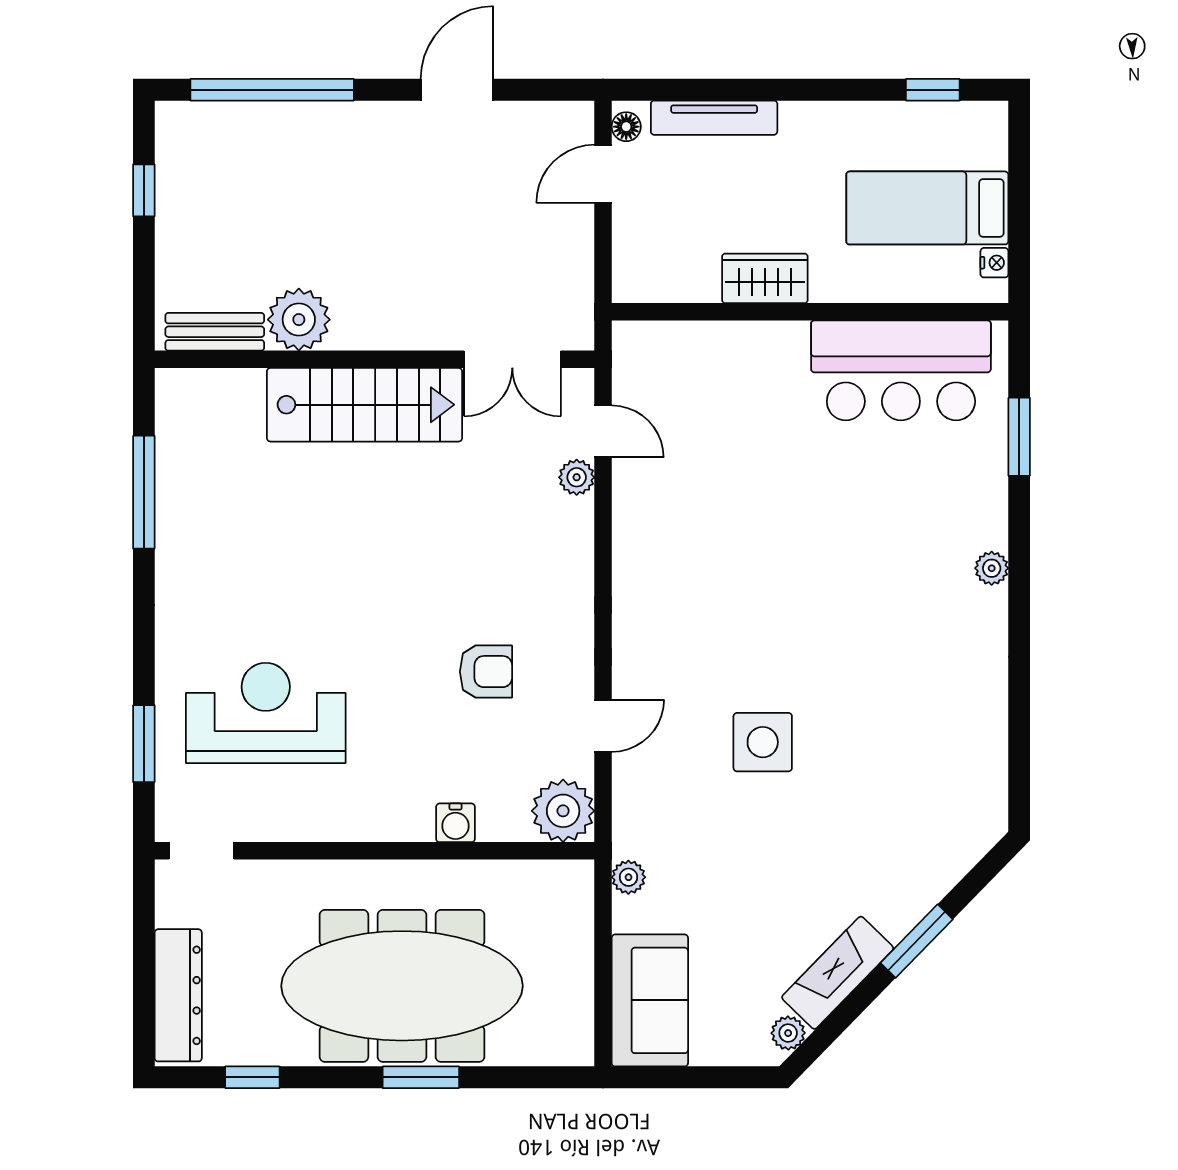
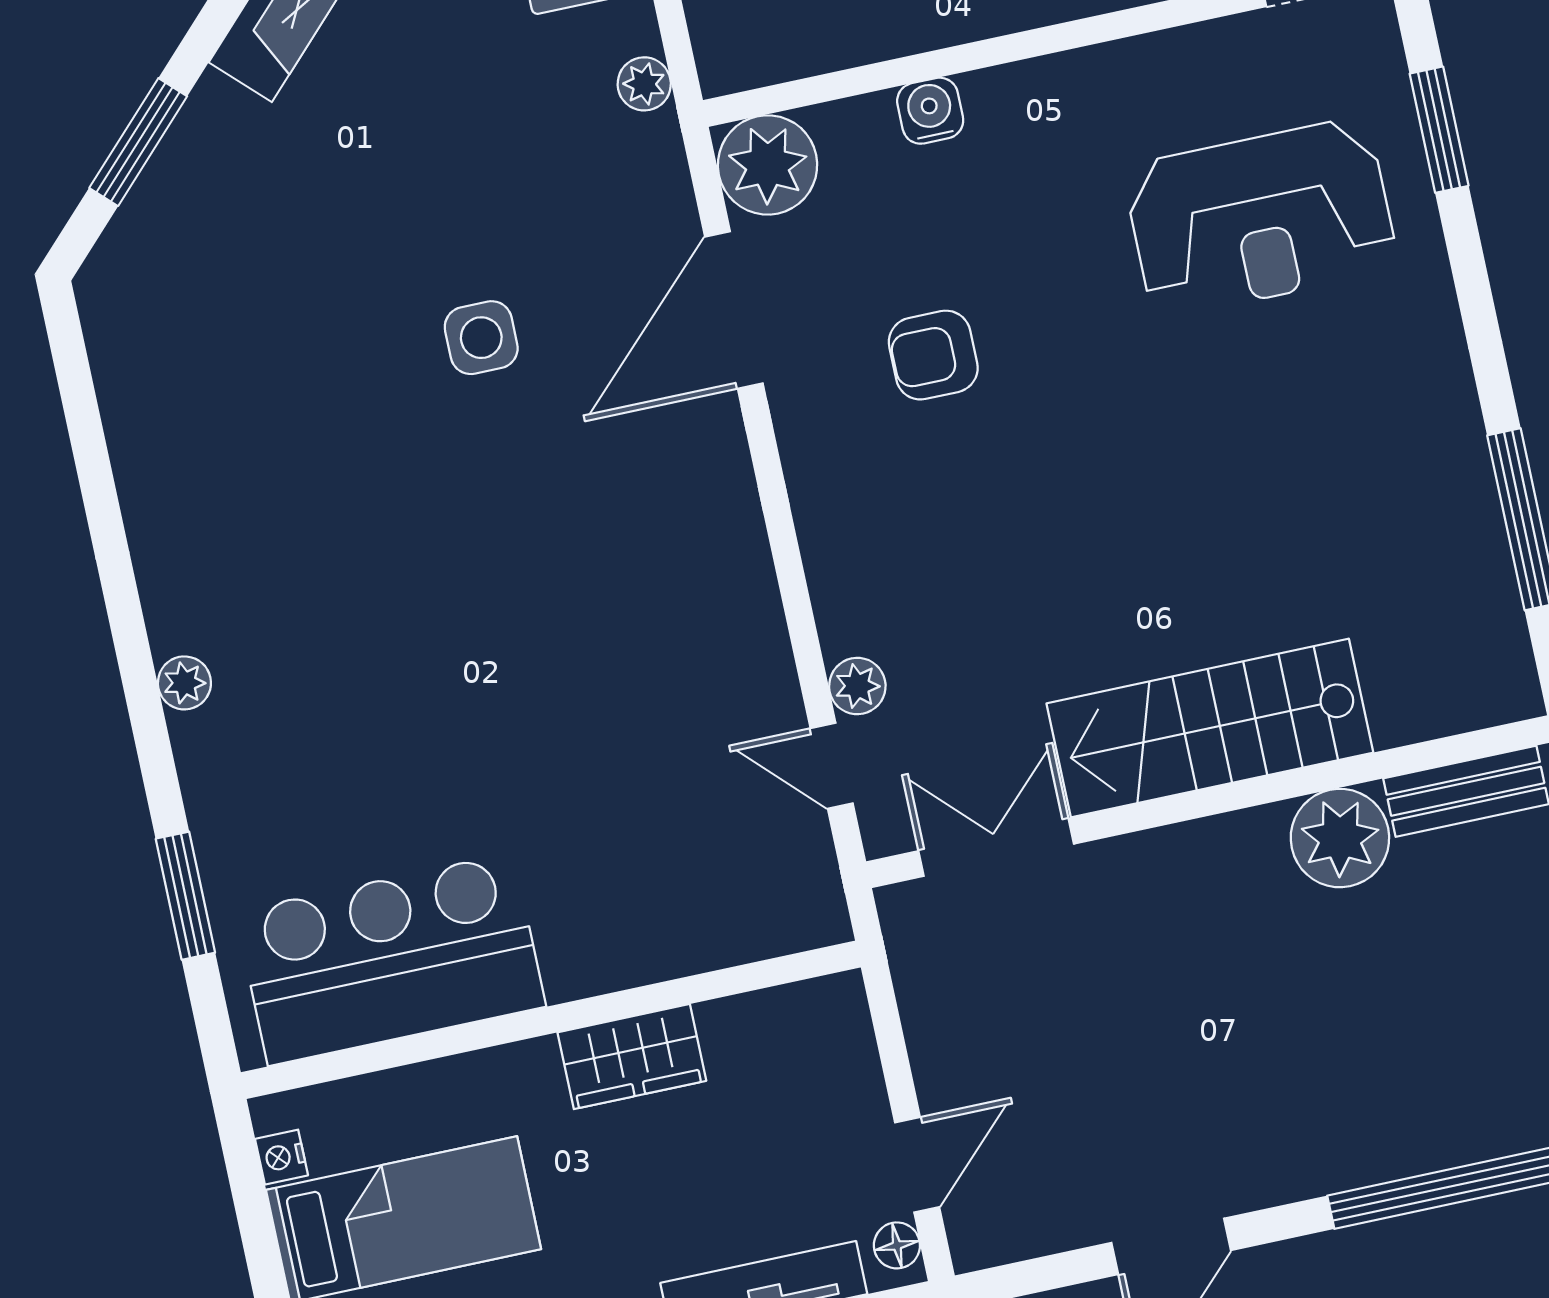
door: (603, 726) -> (734, 310), width x1.87
side table: (763, 742) -> (481, 338), width x0.73, depth x0.73
window: (917, 941) -> (138, 142), moved

